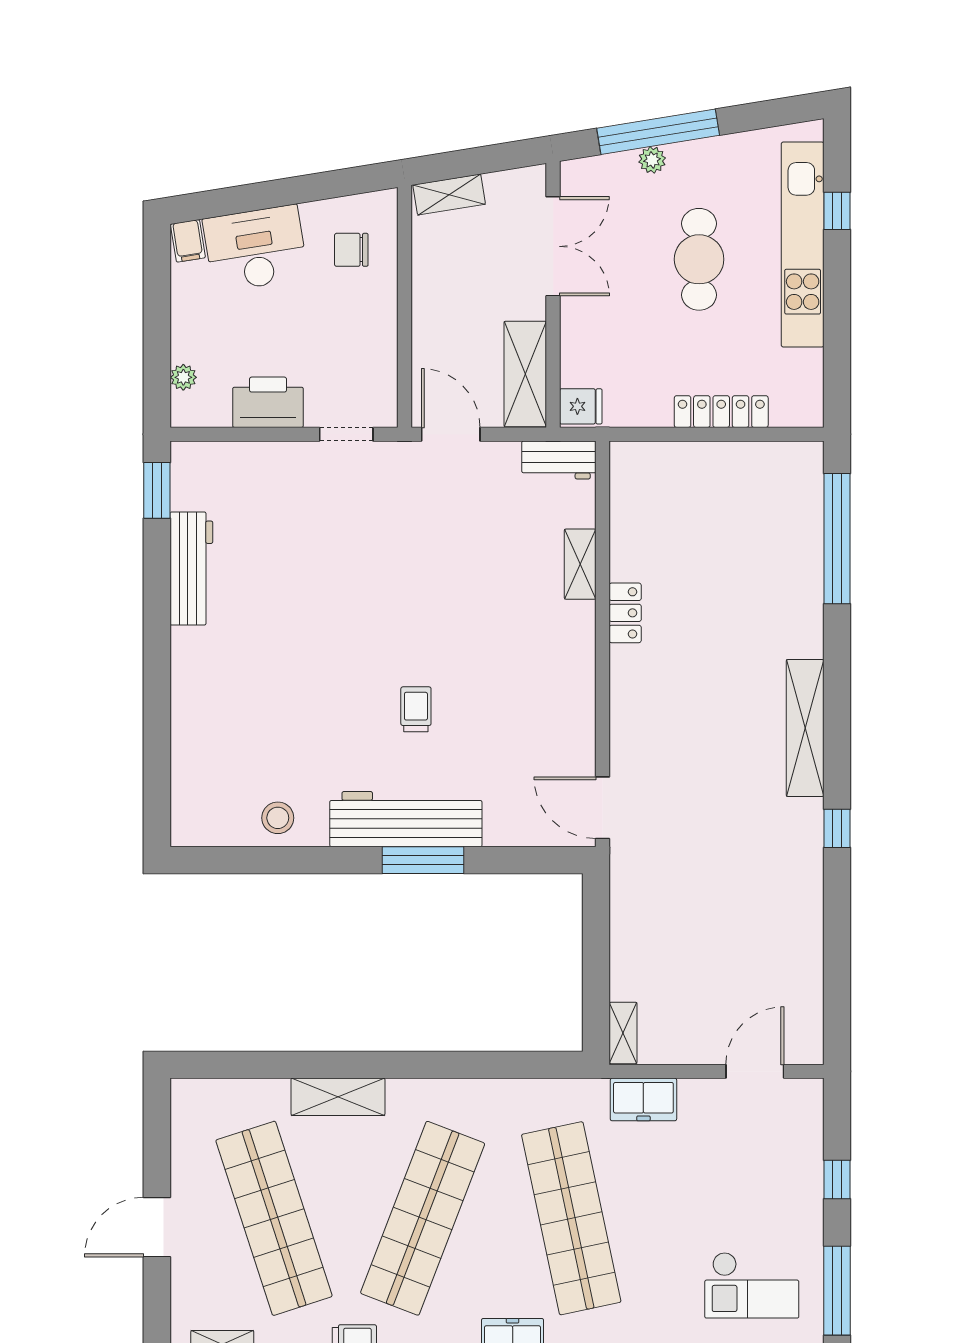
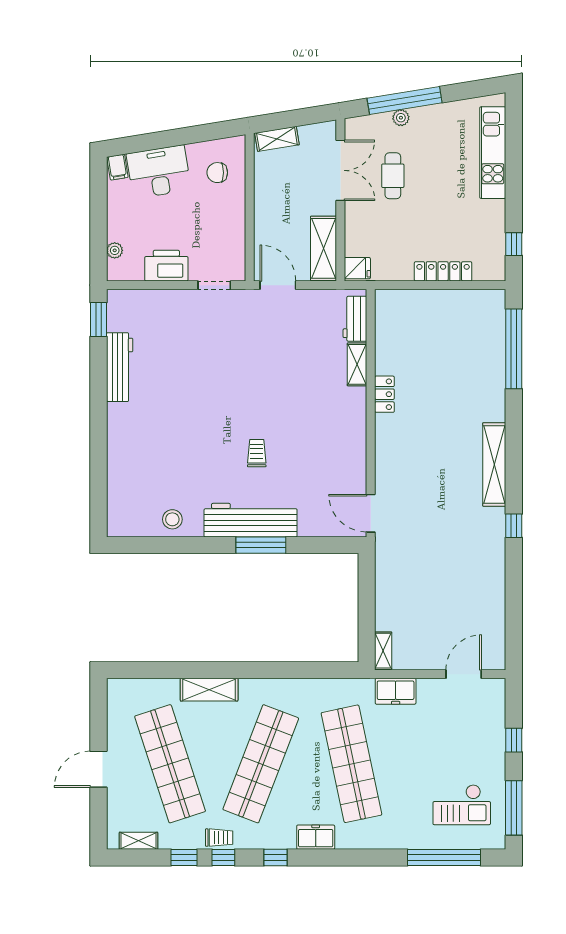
window: (837, 211) -> (514, 244), moved
kitchen unit: (803, 244) -> (493, 153), width x0.73
cafe table: (699, 259) -> (393, 176), moved, width x0.73, depth x0.74
workbench: (559, 460) -> (355, 319), moved, turned 90

